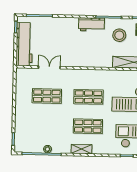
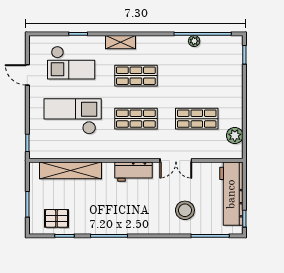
workbench: (91, 24) -> (133, 172), moved, turned 180
stool: (119, 35) -> (185, 210), moved
double door: (49, 67) -> (176, 160), moved
plant: (21, 84) -> (235, 136), added
shelving: (81, 149) -> (121, 42), moved

